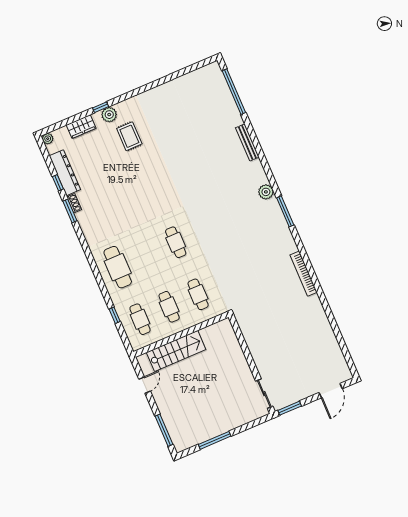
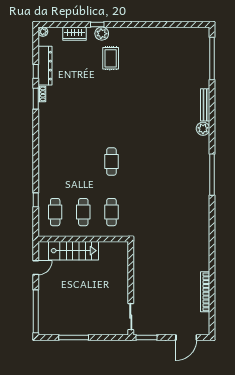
plant: (266, 192) -> (203, 129), moved
window: (285, 211) -> (212, 175), width x1.46
cafe table: (118, 267) -> (55, 162), removed
bookcase: (303, 274) -> (205, 292), moved
window: (164, 430) -> (36, 311), width x1.46

